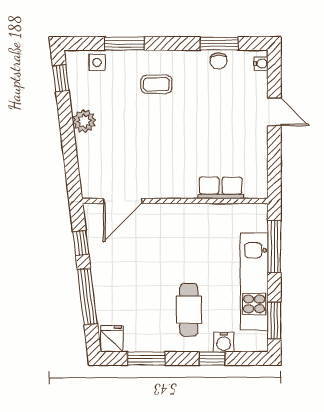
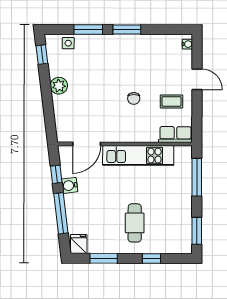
window: (219, 44) -> (127, 30), moved
chair: (219, 61) -> (134, 98), moved
coffee table: (156, 84) -> (171, 101), moved
row of seats: (221, 188) -> (175, 135), moved
kitchen unit: (254, 281) -> (138, 156), moved, turned -90
water cooler: (224, 342) -> (70, 185), moved, turned 83

